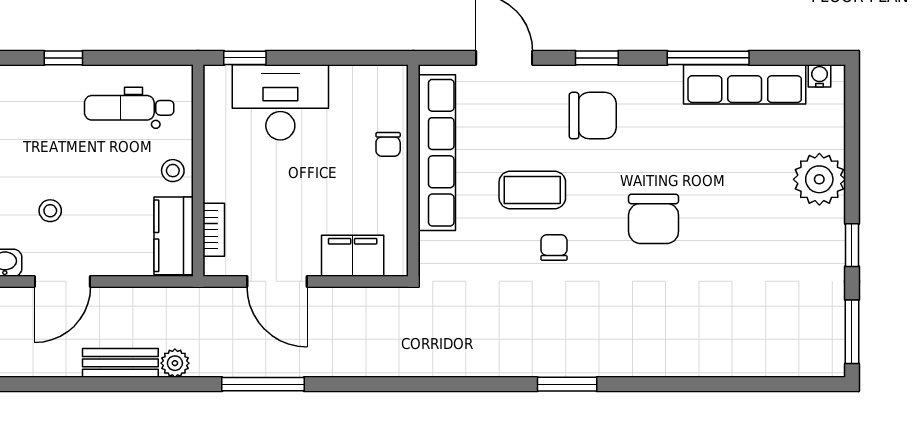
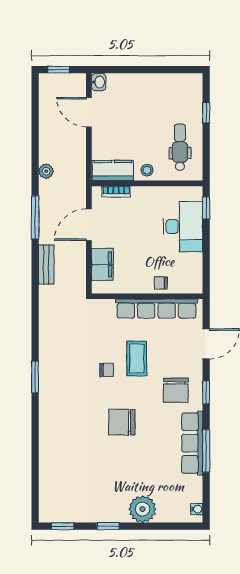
row of seats: (745, 84) -> (192, 443), moved
stool: (50, 211) -> (126, 106), removed
window: (852, 332) -> (63, 526), width x0.67
bench: (120, 363) -> (46, 264), moved

